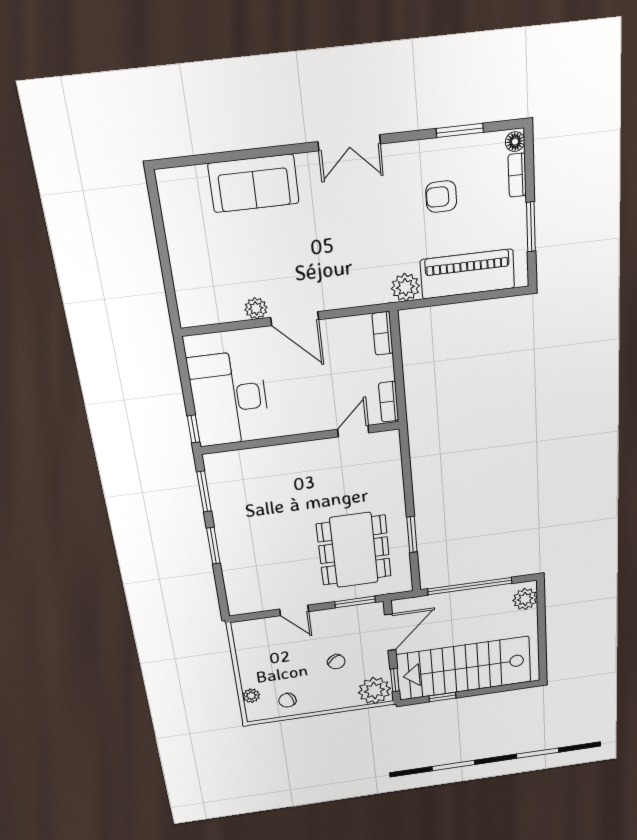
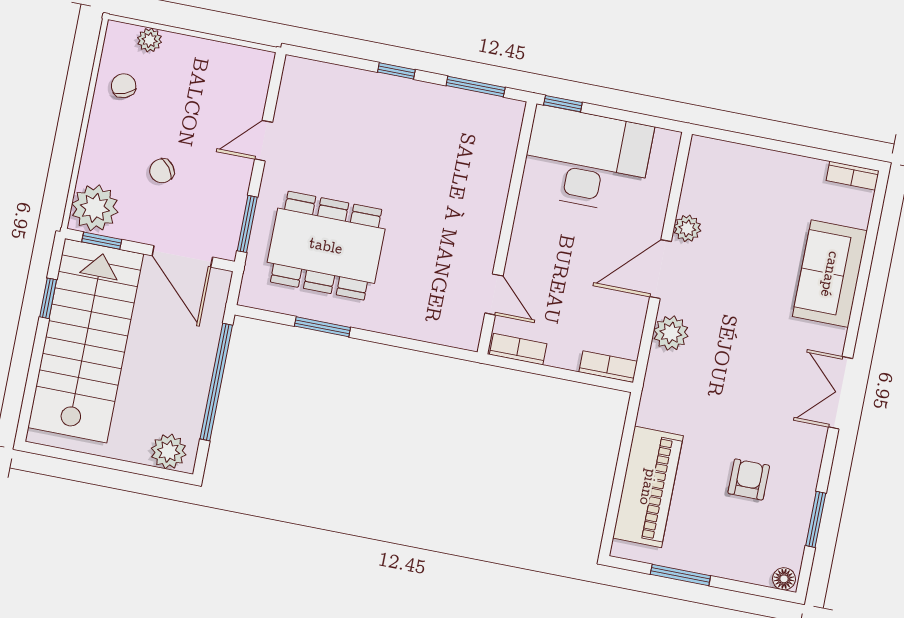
bookcase: (517, 175) -> (853, 176), moved, turned 180
plant: (405, 287) -> (671, 333), moved
window: (213, 546) -> (396, 71), width x0.67

